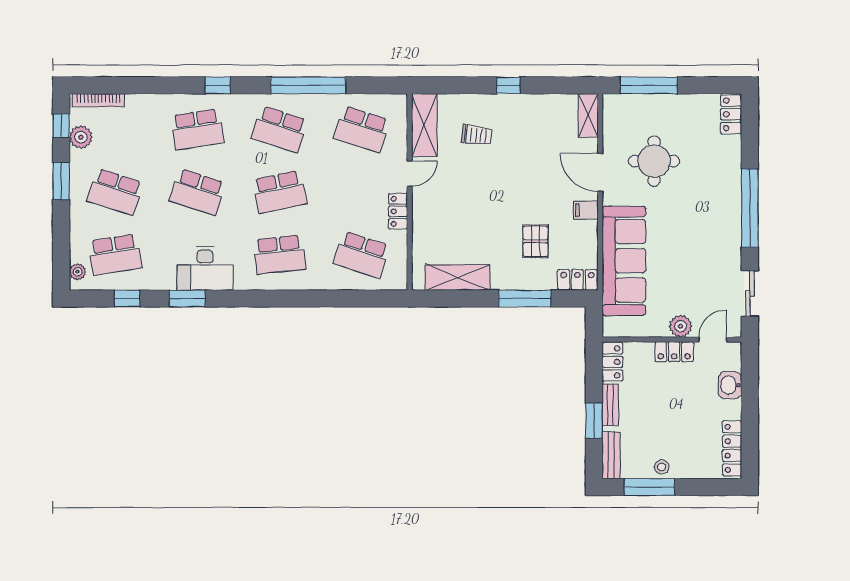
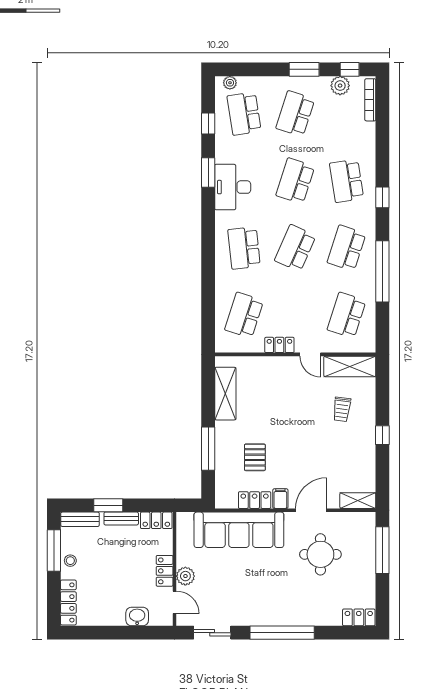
school desk: (279, 192) -> (295, 248), turned 36
pallet: (535, 241) -> (255, 457), turned 90
locker: (577, 280) -> (255, 500), moved, turned -90
locker: (732, 448) -> (68, 602), moved, turned 90

